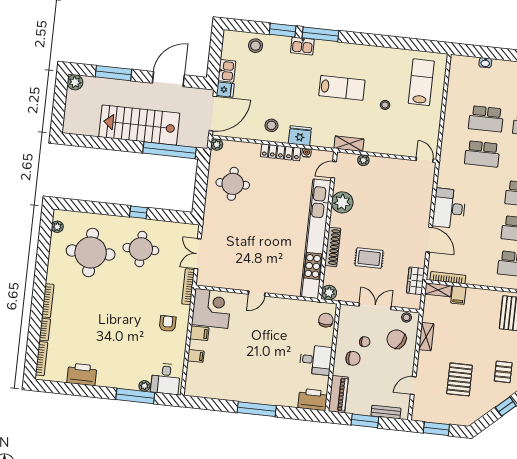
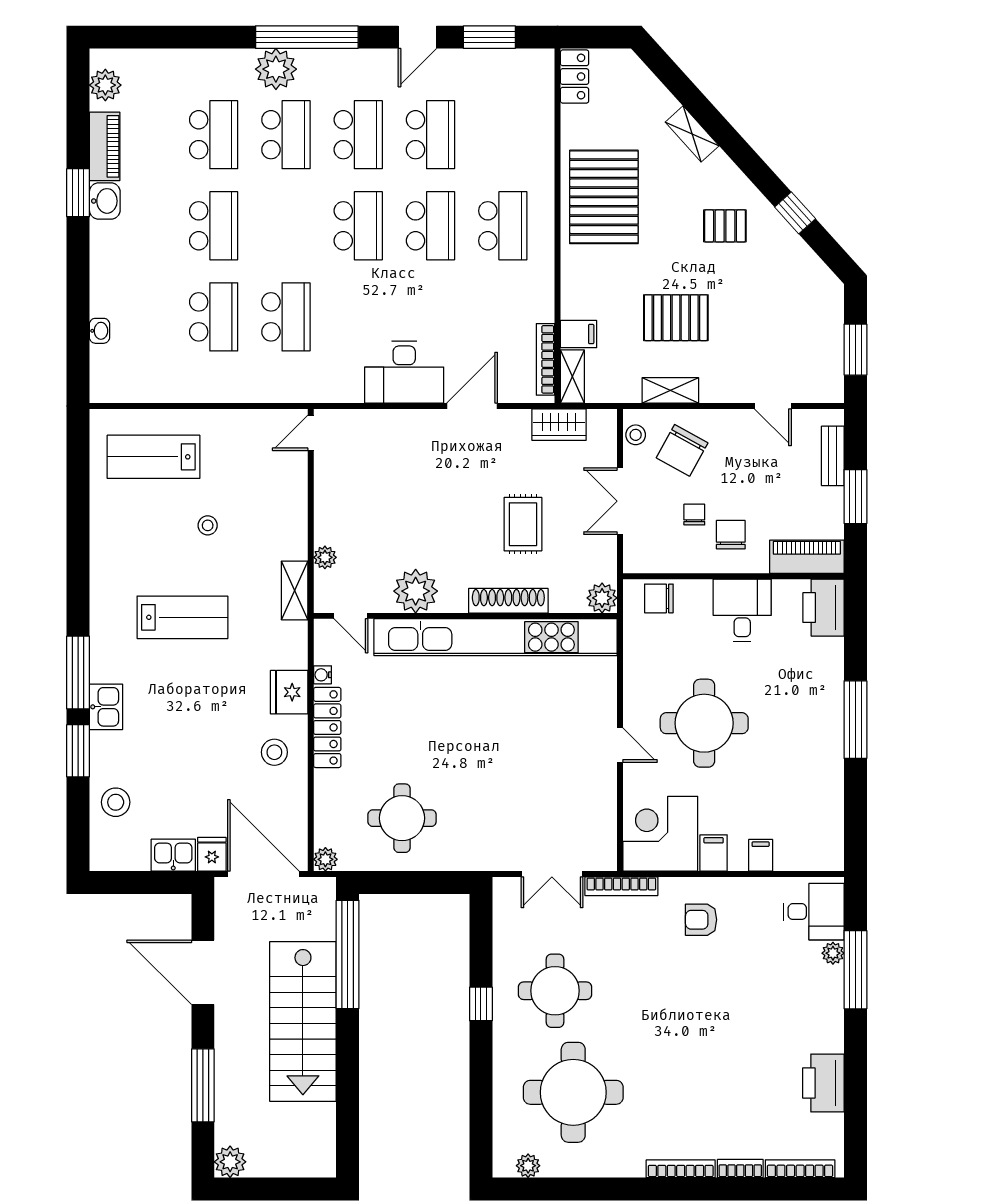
lab bench: (342, 88) -> (182, 617), turned 90
round table: (263, 336) -> (704, 723), added
pallet: (460, 379) -> (676, 318), moved

